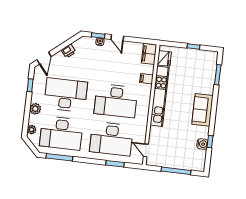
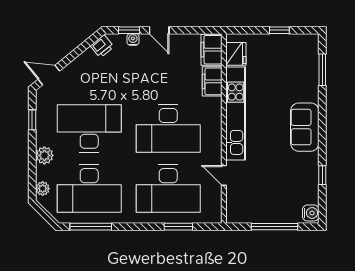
printer: (69, 51) -> (102, 46), moved
door: (44, 58) -> (49, 75), swing flipped
filing cabinet: (147, 79) -> (212, 81), width x2.00
water cooler: (202, 144) -> (311, 213), moved
door: (146, 150) -> (224, 175), moved

